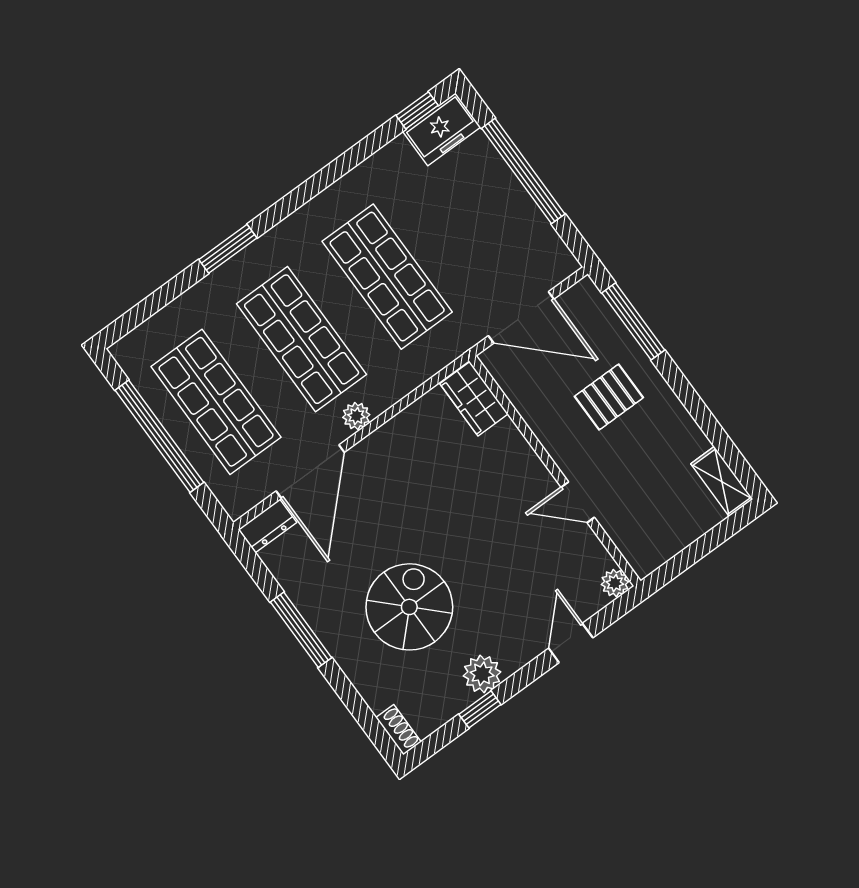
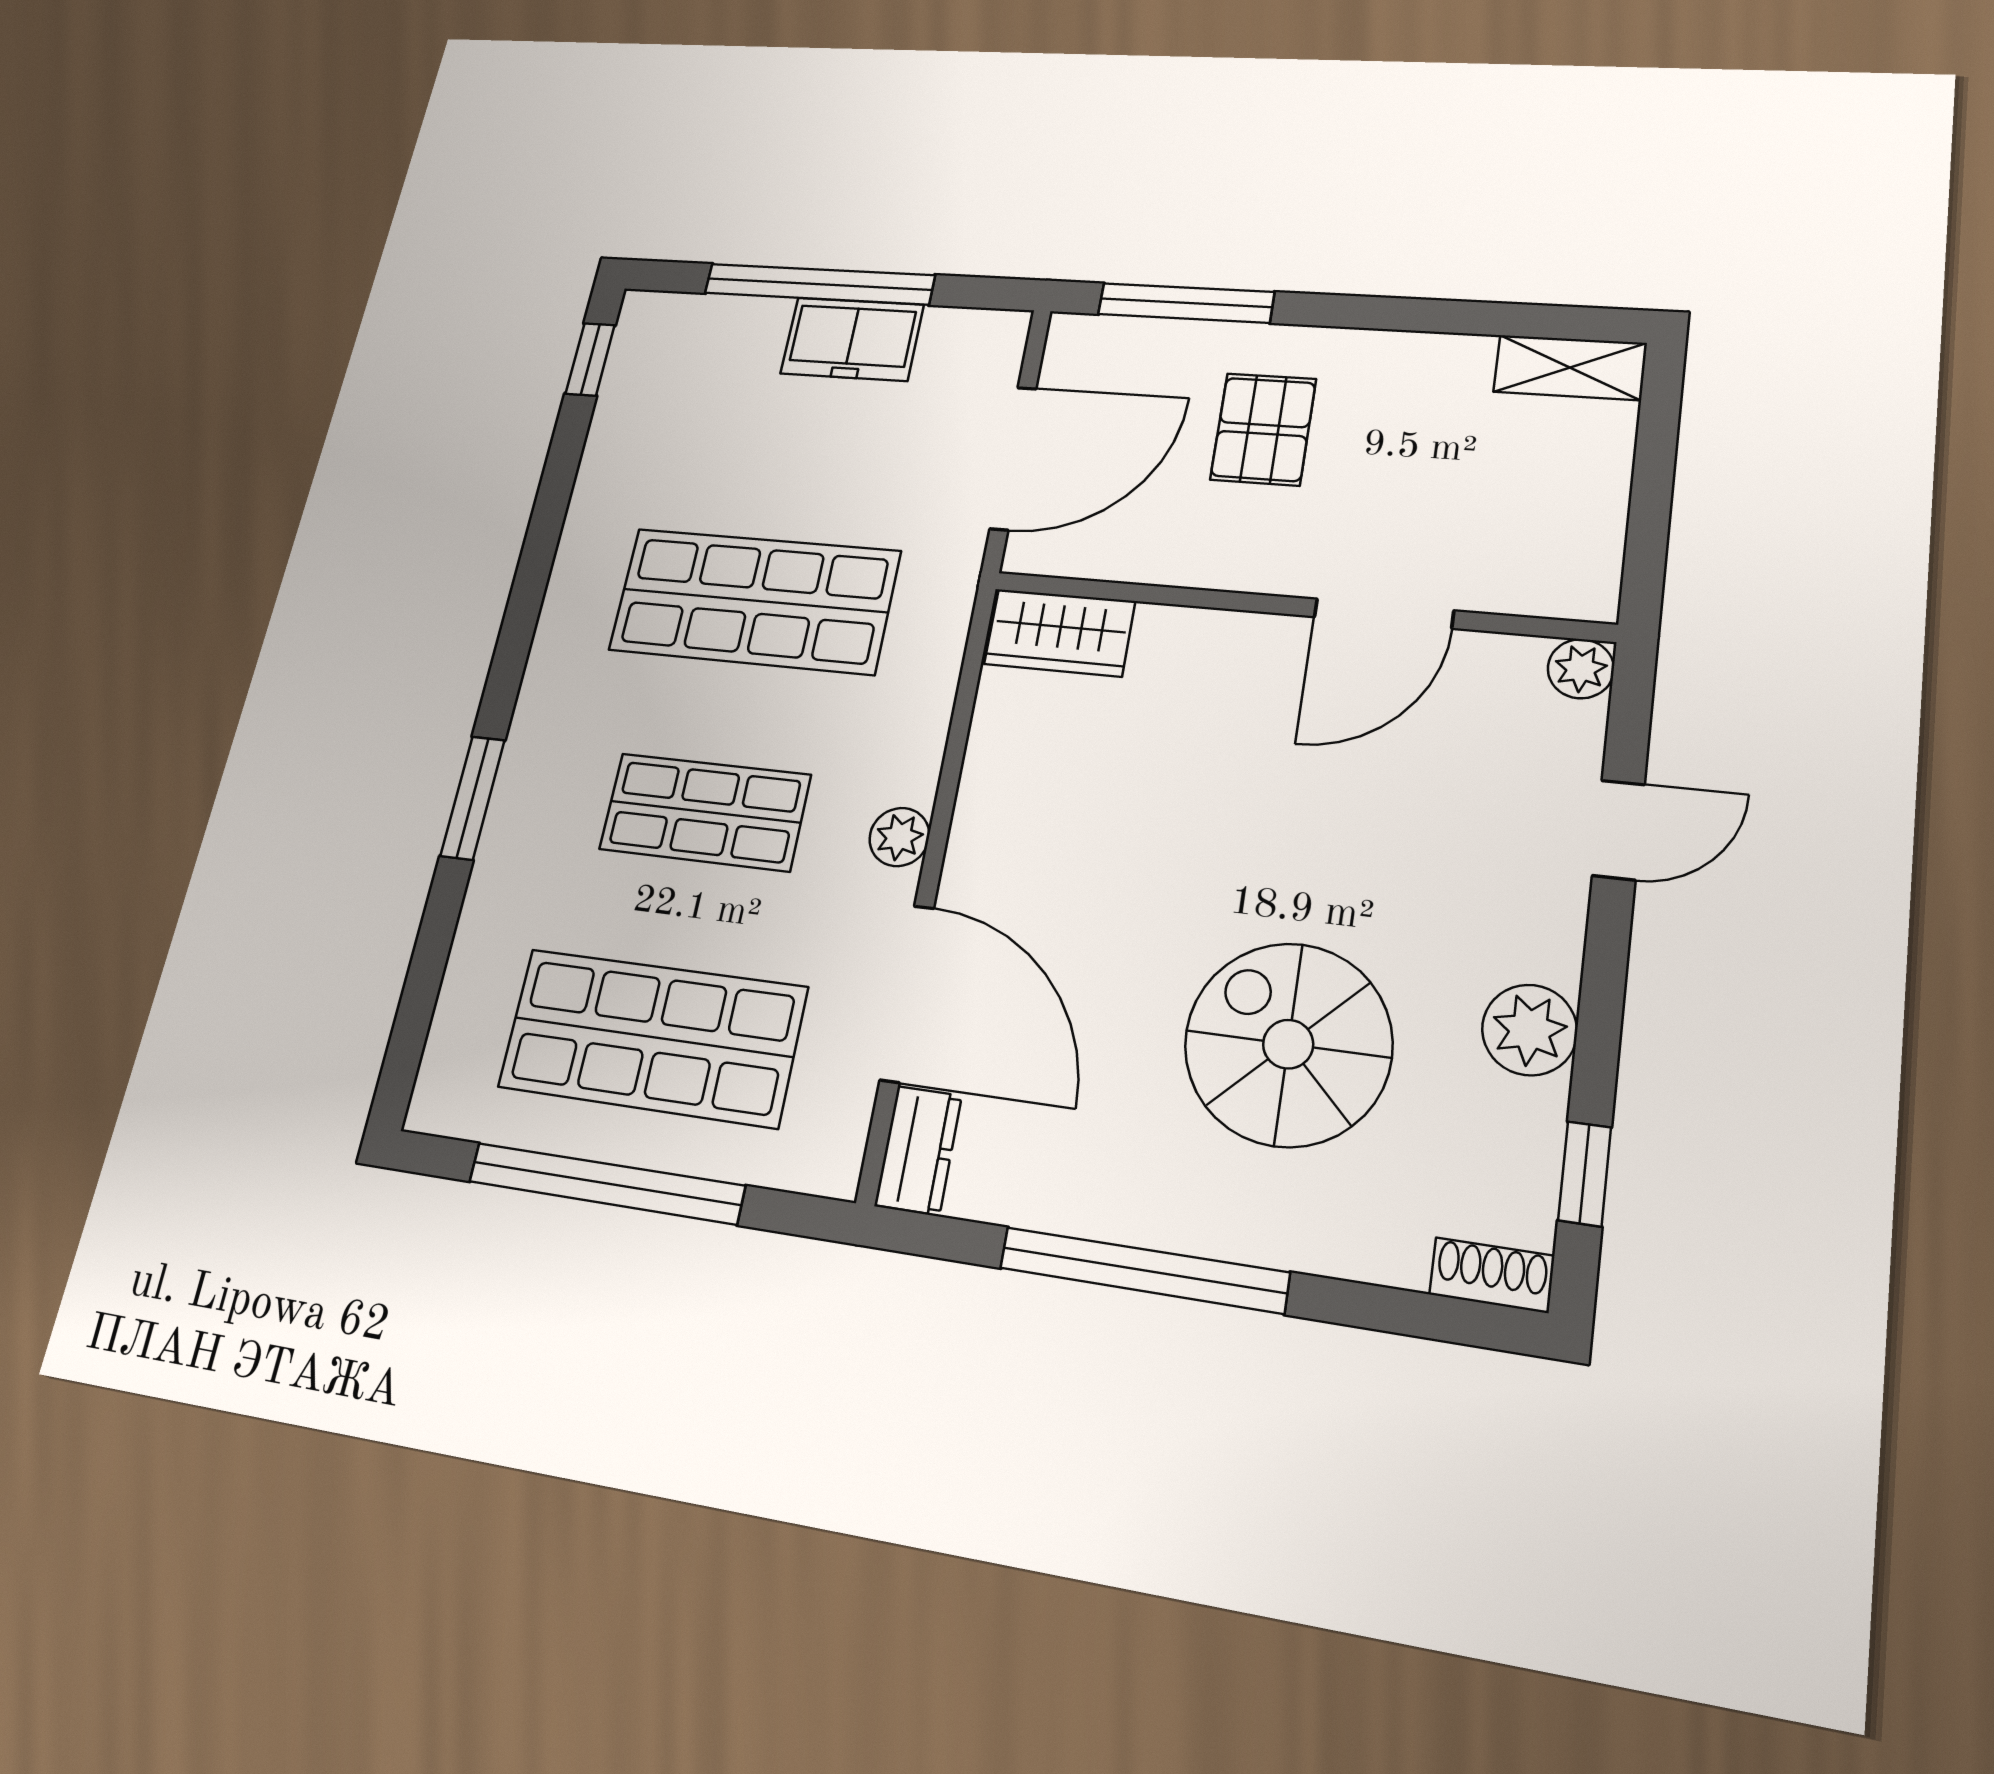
freezer: (442, 129) -> (852, 339), moved, turned 90
shop shelf: (302, 339) -> (705, 812), width x0.70, depth x0.74
door: (578, 502) -> (1384, 614), width x1.38
window: (301, 630) -> (1143, 1270), width x1.46
door: (571, 643) -> (1618, 830), swing flipped
window: (480, 709) -> (1585, 1174), moved

